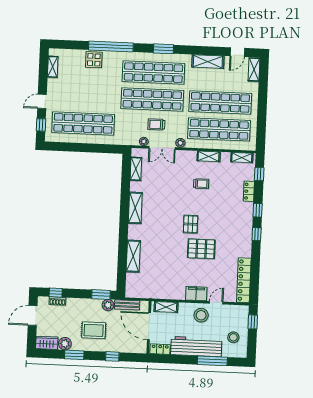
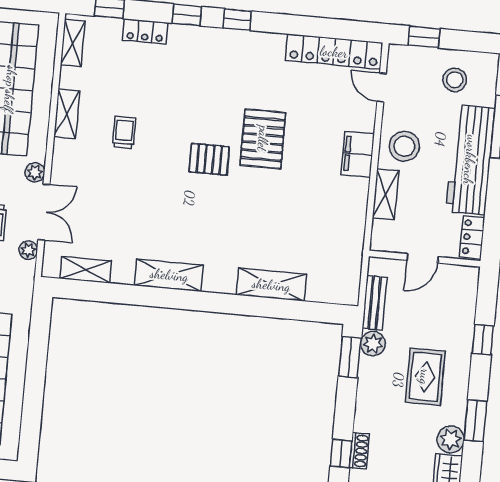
door: (216, 303) -> (382, 87), moved
shelving: (166, 307) -> (386, 194), moved
door: (149, 326) -> (422, 258), width x0.53

